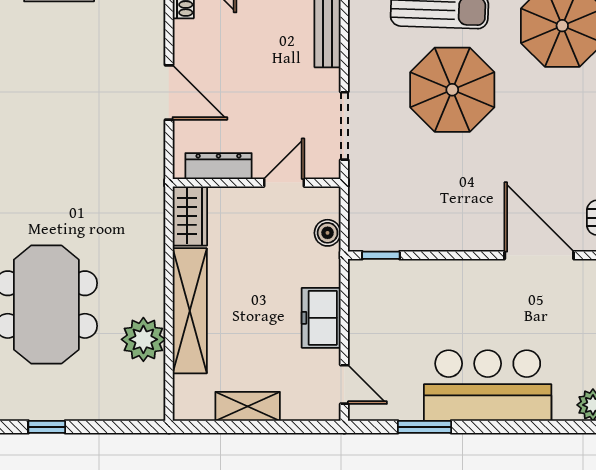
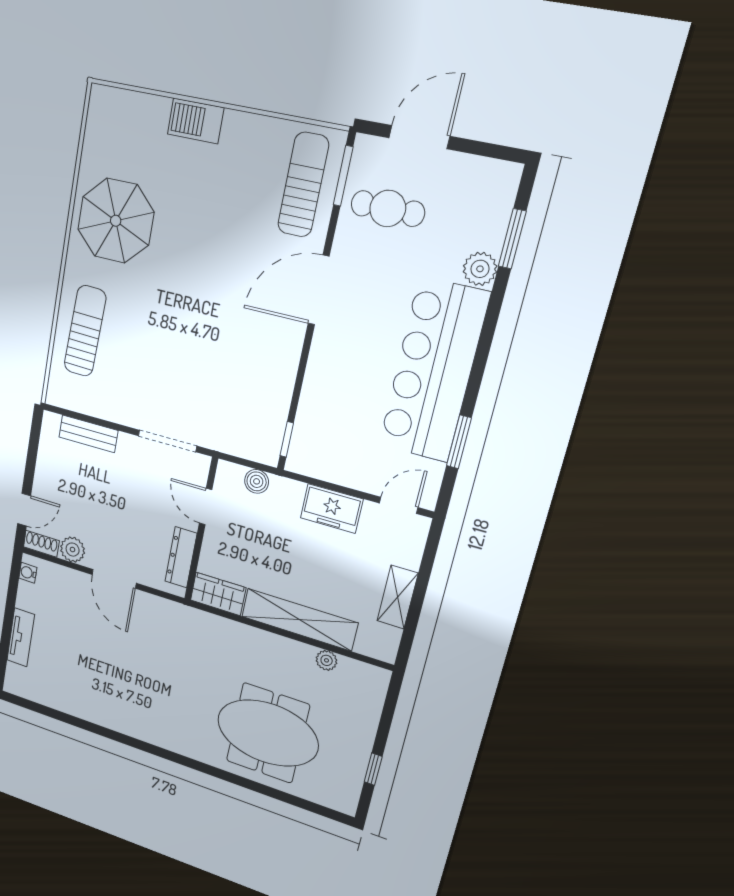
plant: (188, 36) -> (73, 550), added
parasol: (452, 90) -> (154, 336), removed
door: (169, 92) -> (114, 579), swing flipped
plant: (143, 339) -> (327, 660), width x0.53, depth x0.53
bar counter: (488, 385) -> (433, 370), width x1.36

